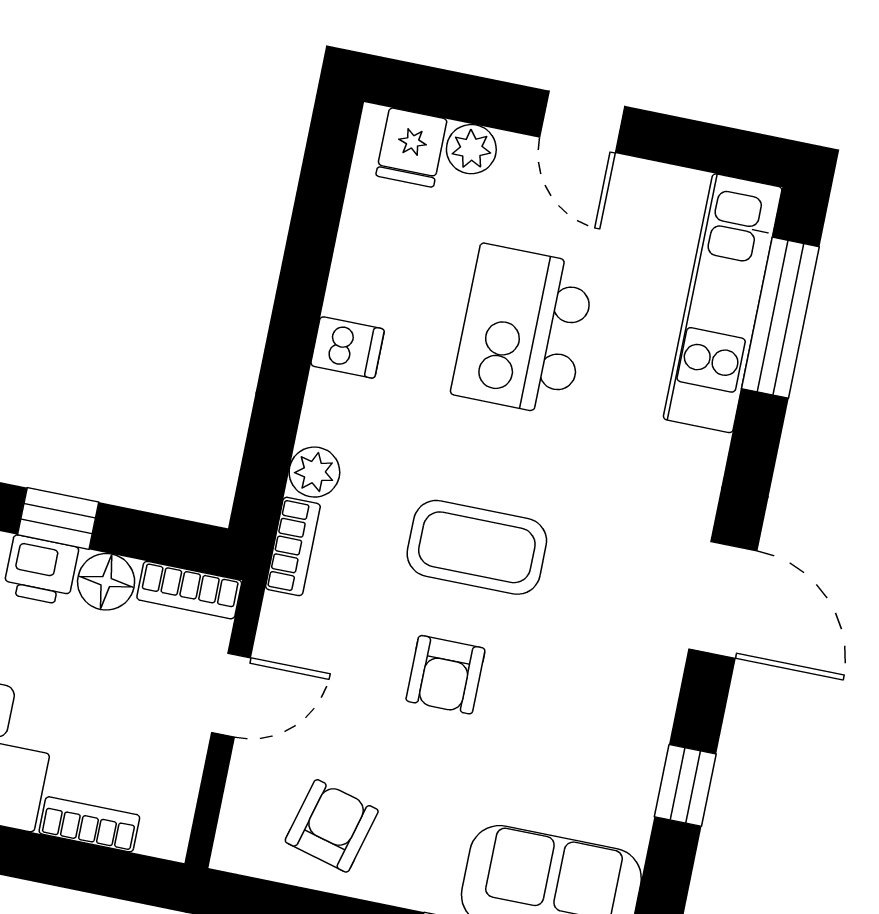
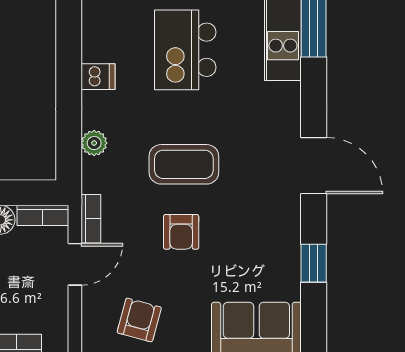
bookcase: (293, 546) -> (91, 219), moved

